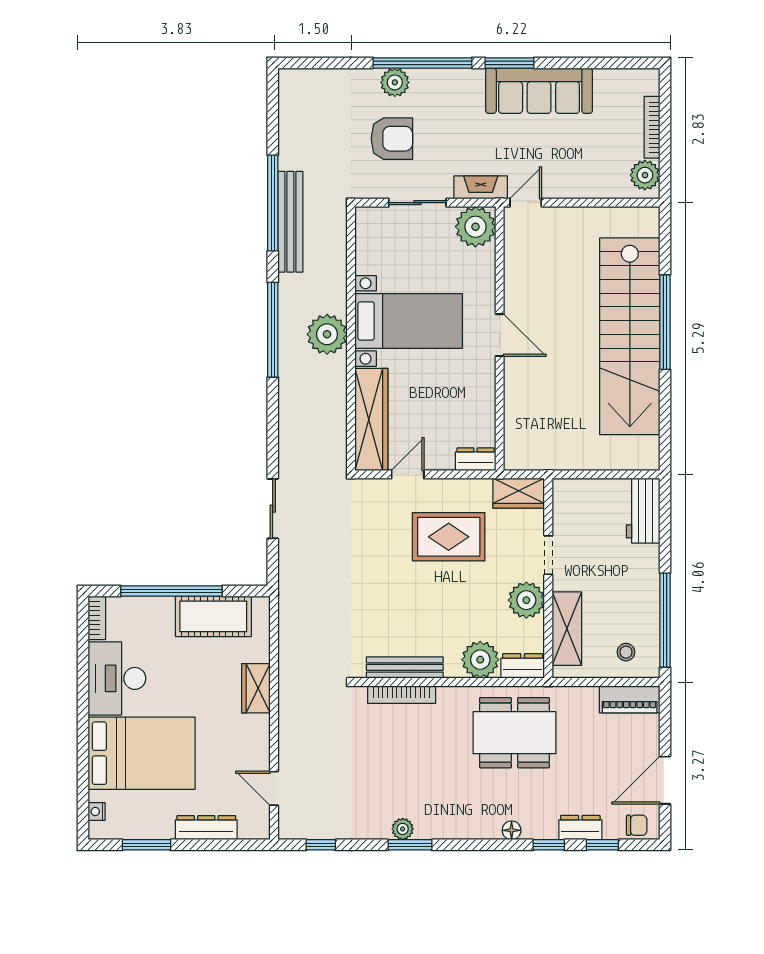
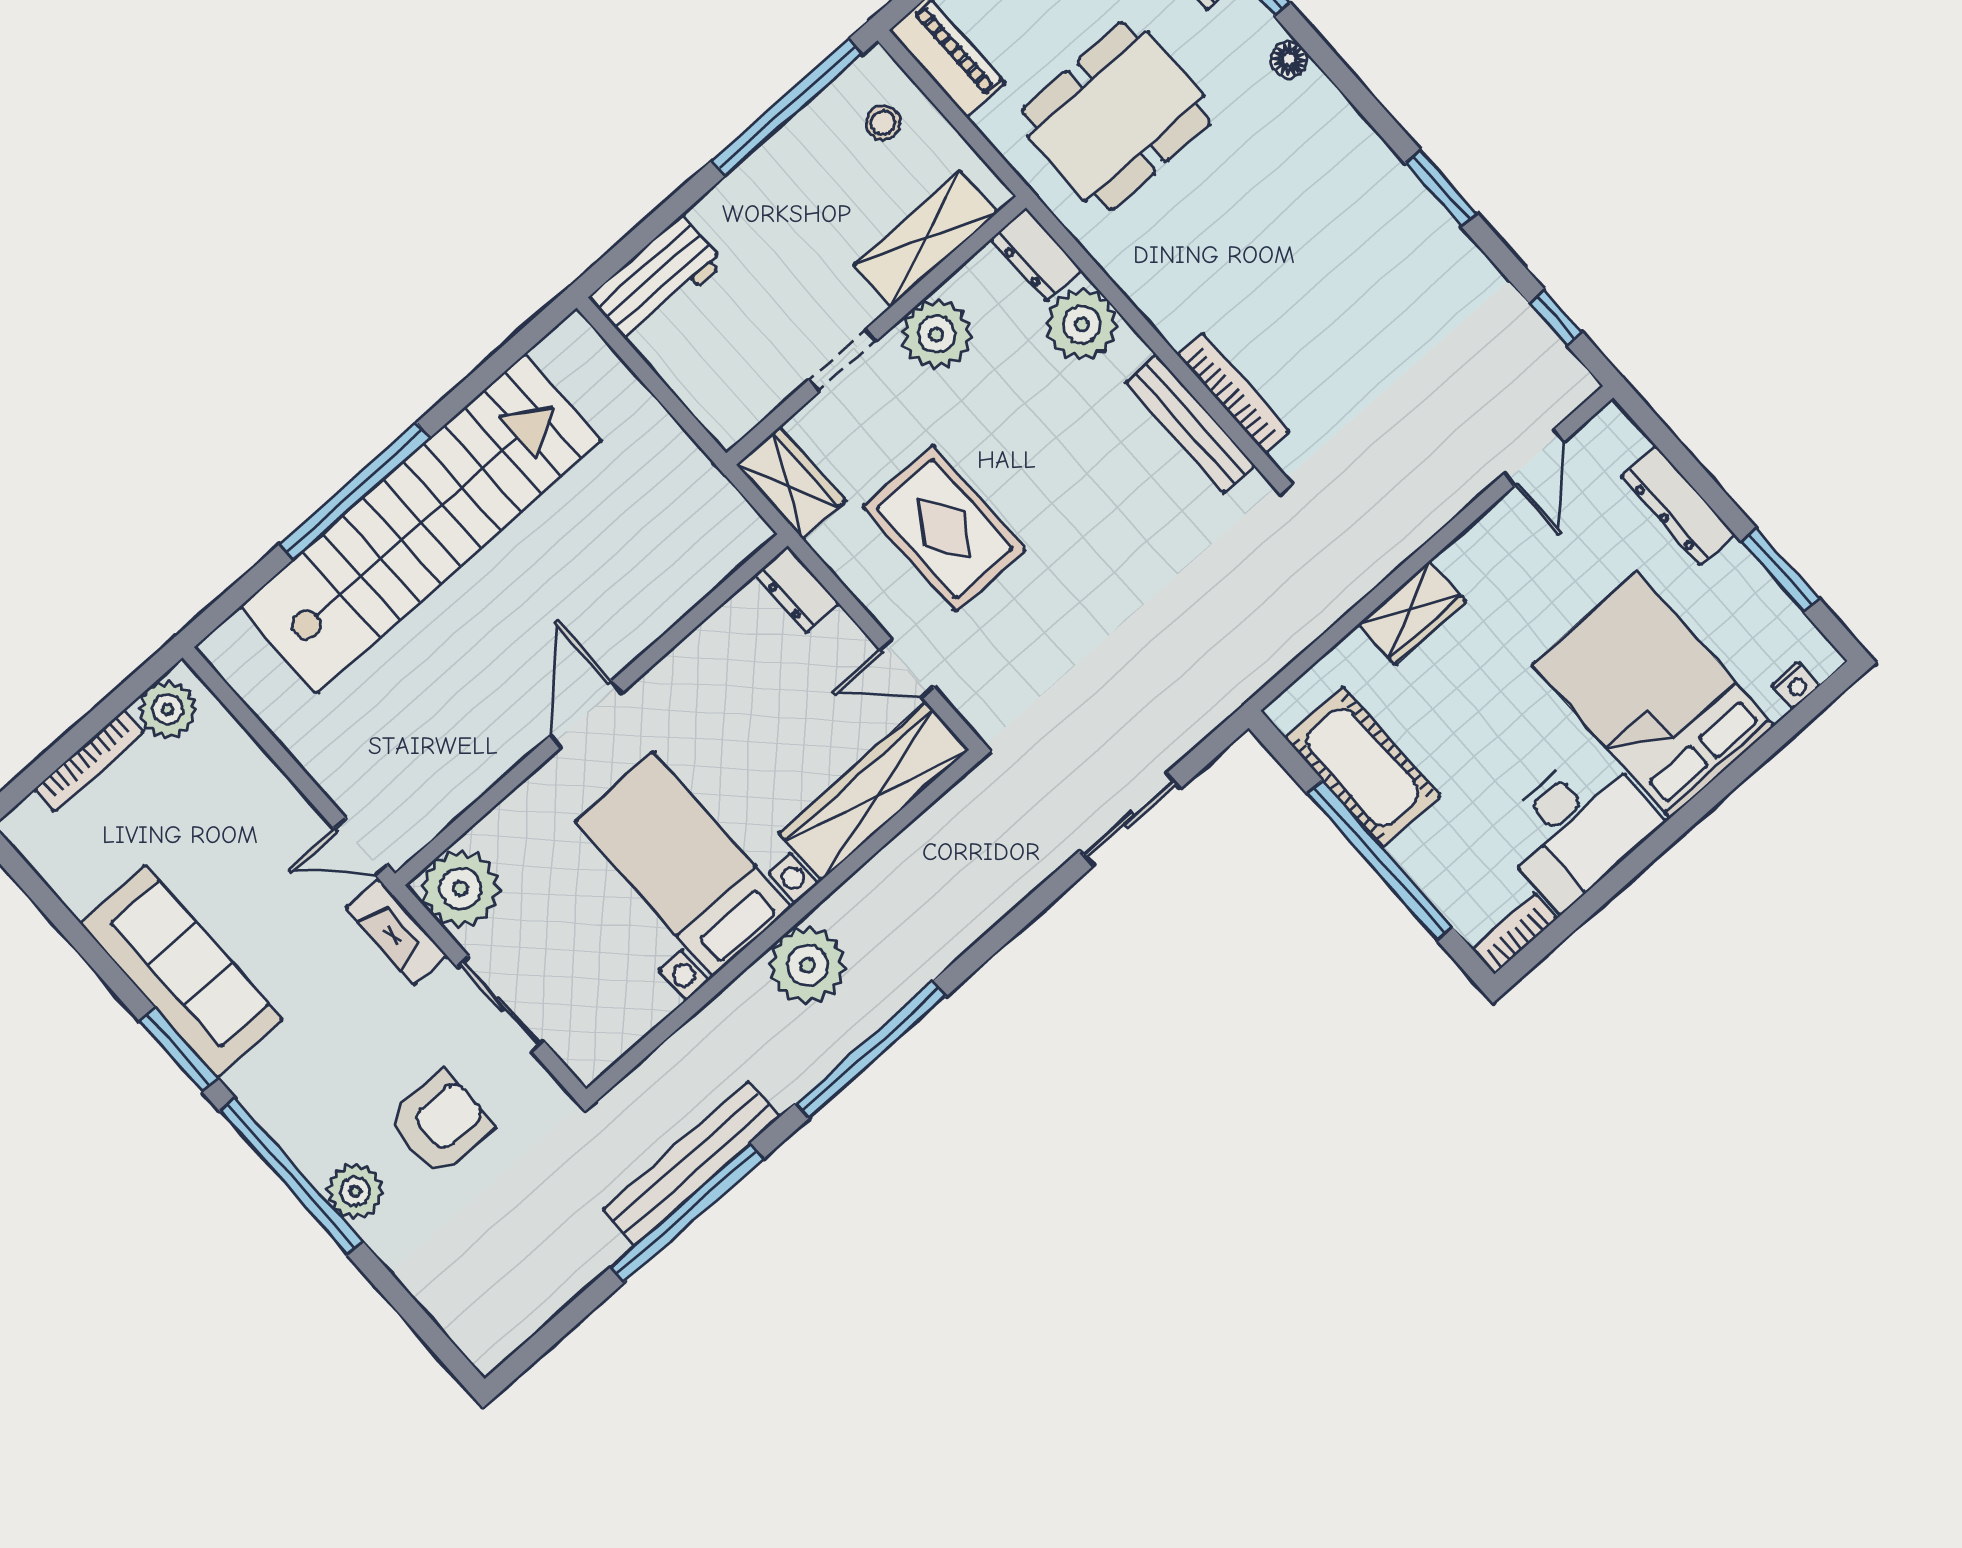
armchair: (392, 139) -> (440, 1123), turned 90
dining table: (514, 733) -> (1116, 116), moved, turned 90
plant: (403, 829) -> (1427, 219), removed

